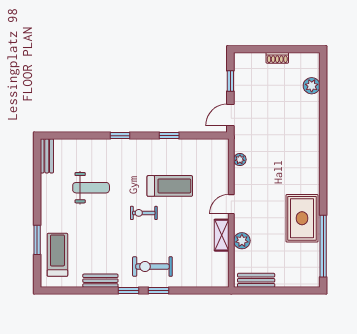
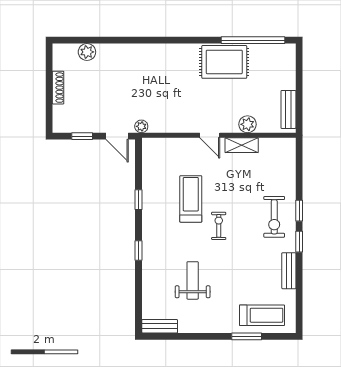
shoe rack: (277, 58) -> (58, 88), width x1.43
plant: (240, 160) -> (141, 126), moved
exercise bike: (144, 213) -> (219, 226), turned 180
treadmill: (57, 255) -> (262, 315), turned 180

